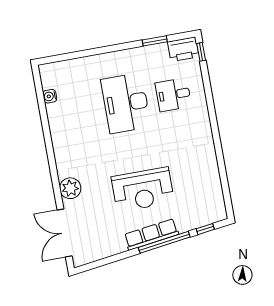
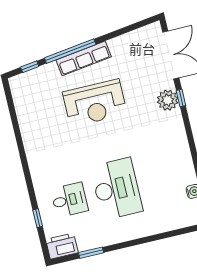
window: (201, 52) -> (38, 218), moved
reception desk: (143, 189) -> (95, 103), turned 180
window: (57, 190) -> (181, 98), added

